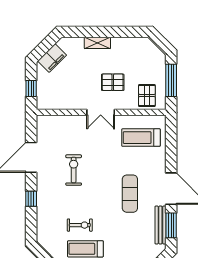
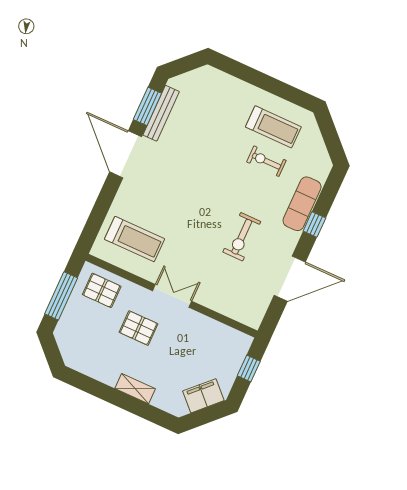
pallet: (147, 96) -> (102, 290), turned 90
exercise mat: (130, 194) -> (302, 204), moved

